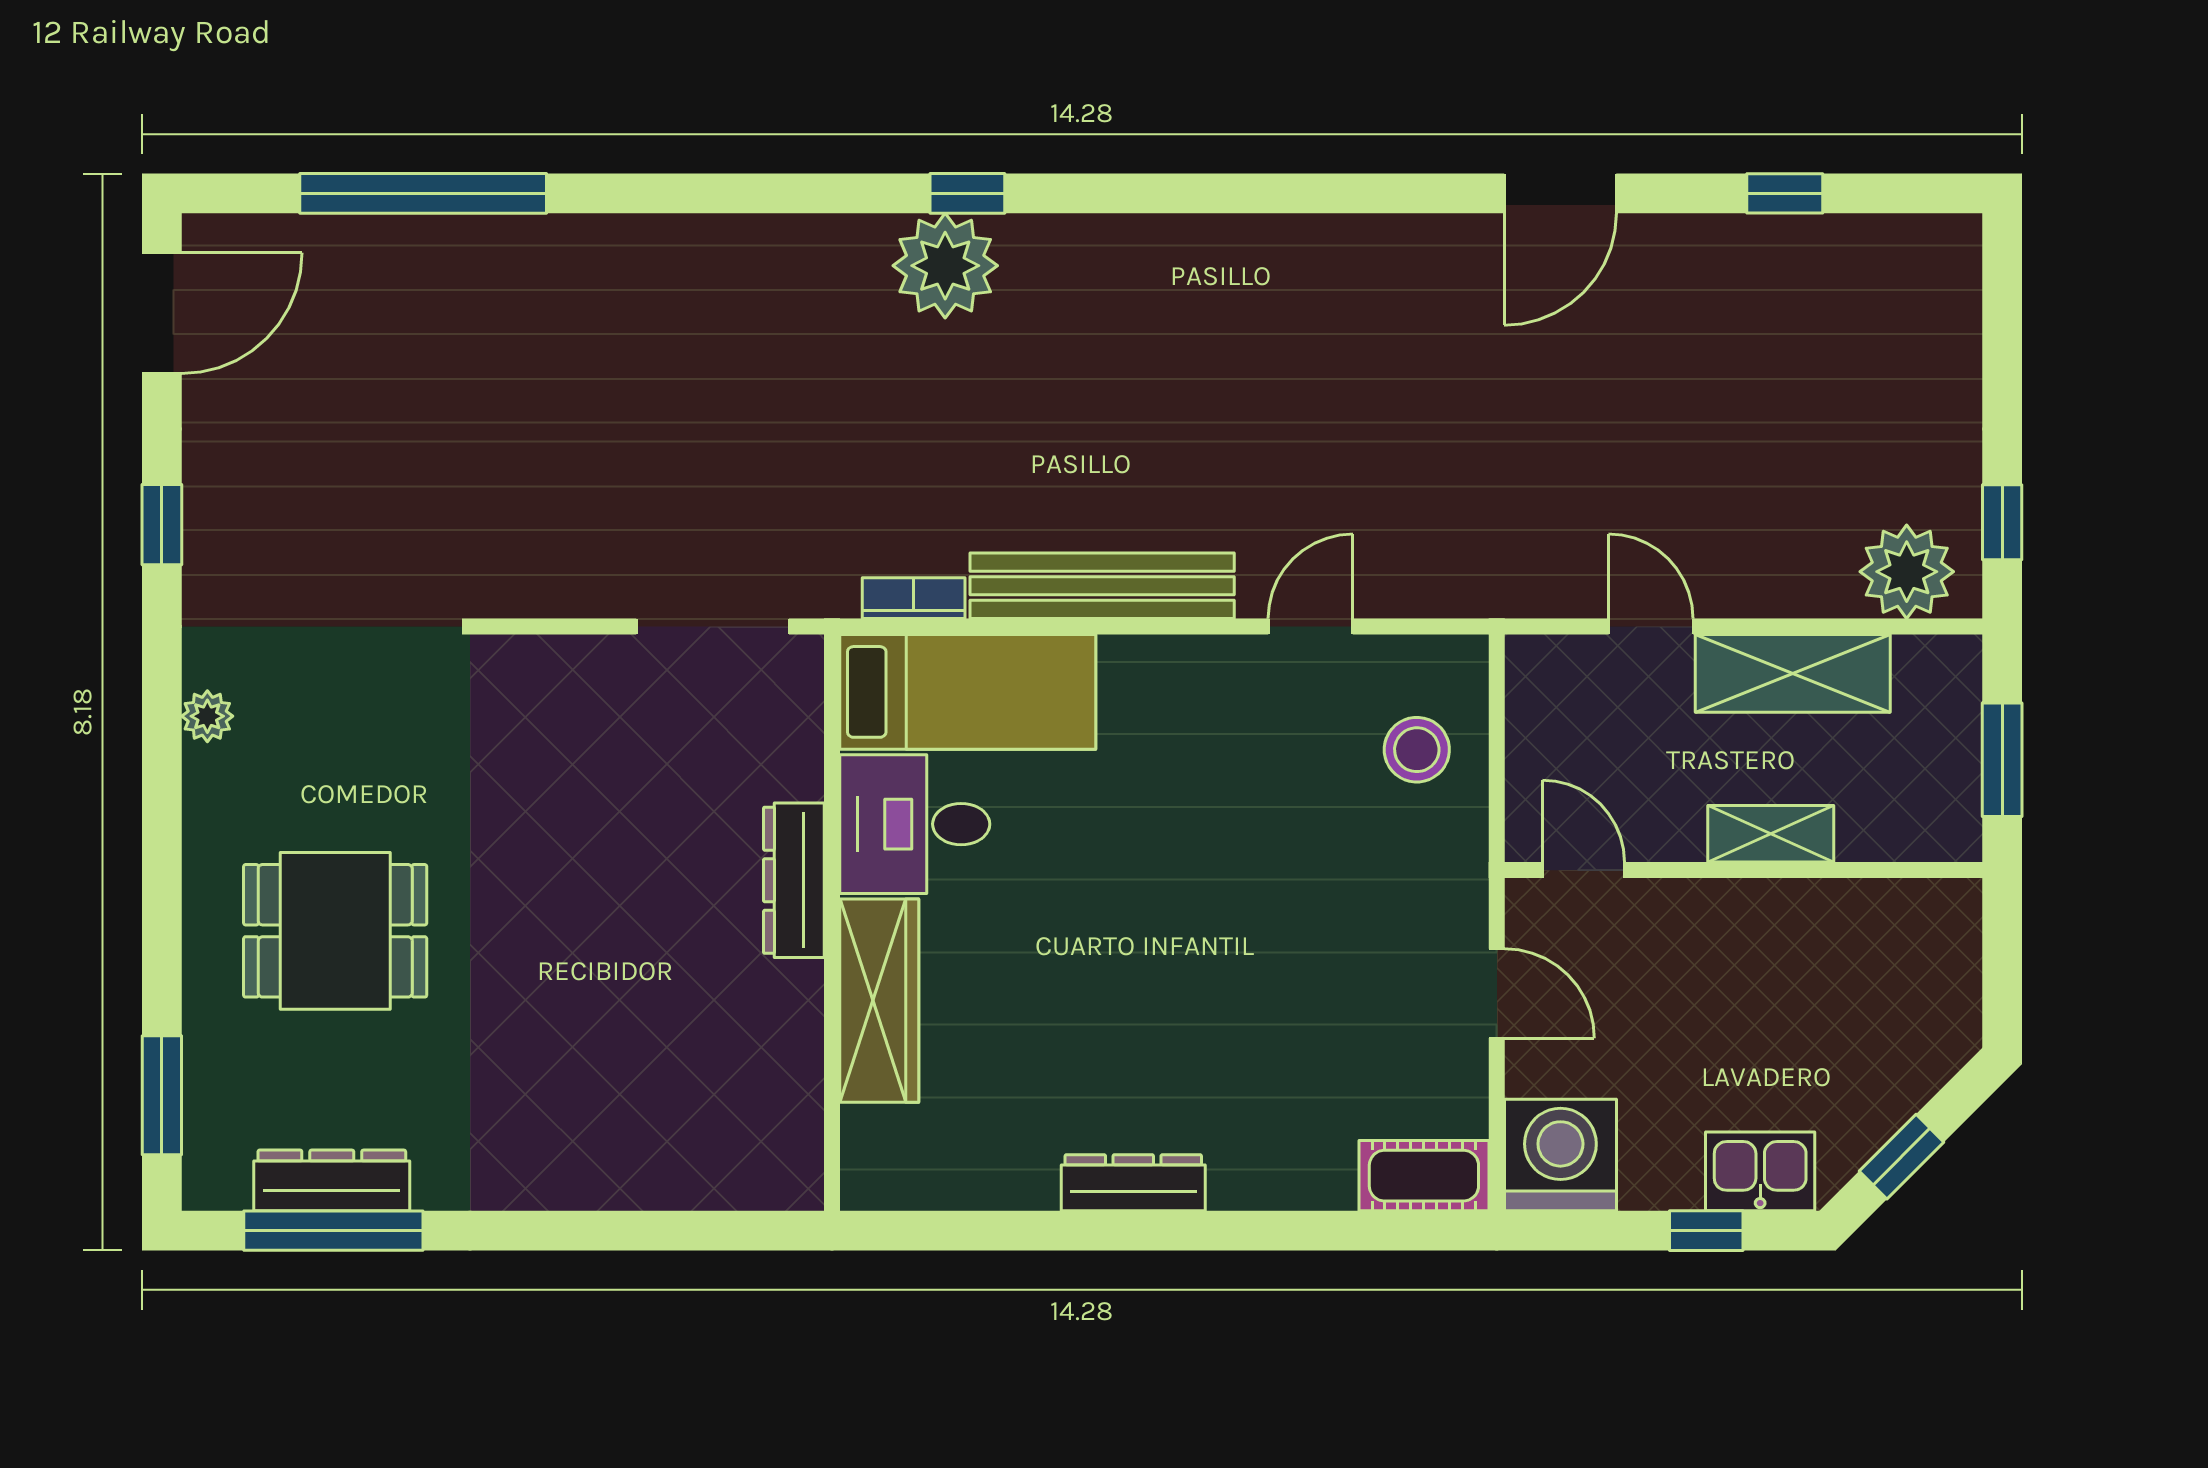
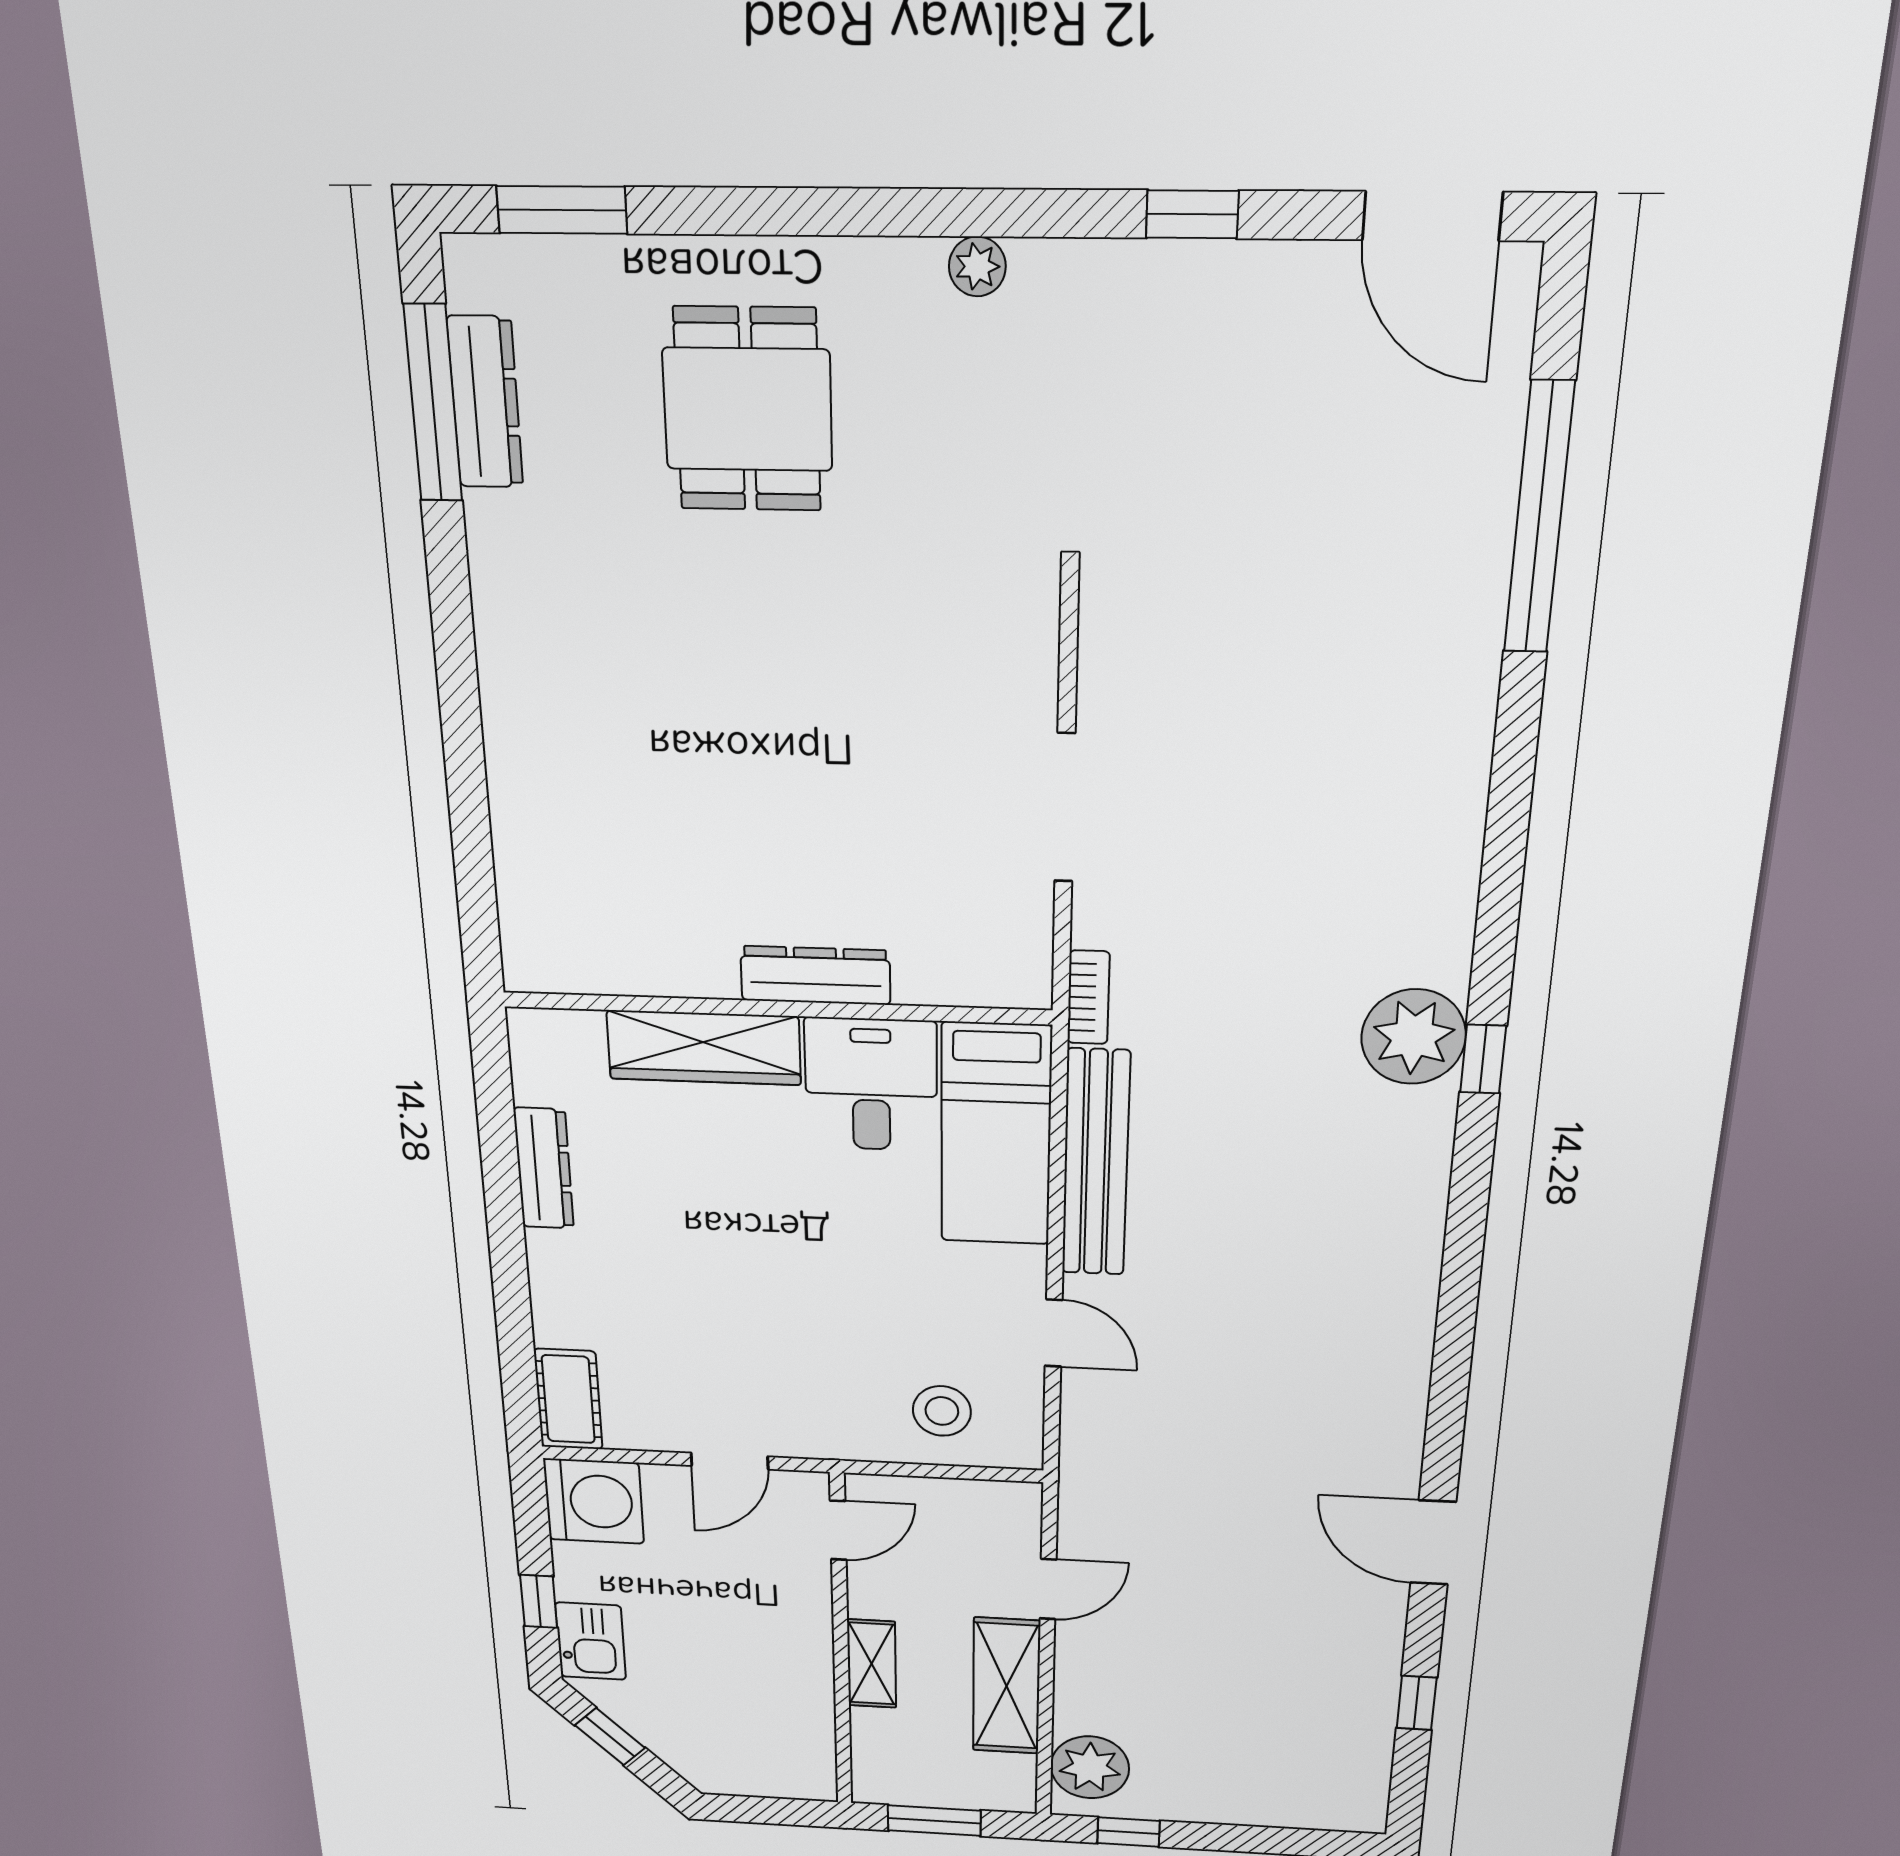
bed: (968, 692) -> (996, 1135), moved
desk: (915, 824) -> (871, 1084), moved
dresser: (794, 880) -> (815, 975), moved
wall: (832, 923) -> (776, 1008), moved
wardrobe: (879, 1001) -> (704, 1048), moved

